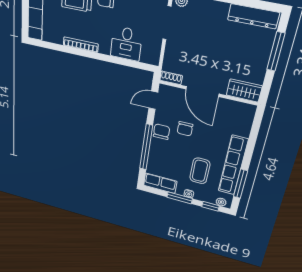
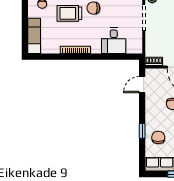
chair: (161, 132) -> (158, 137), moved
window: (146, 147) -> (142, 131), width x0.32

